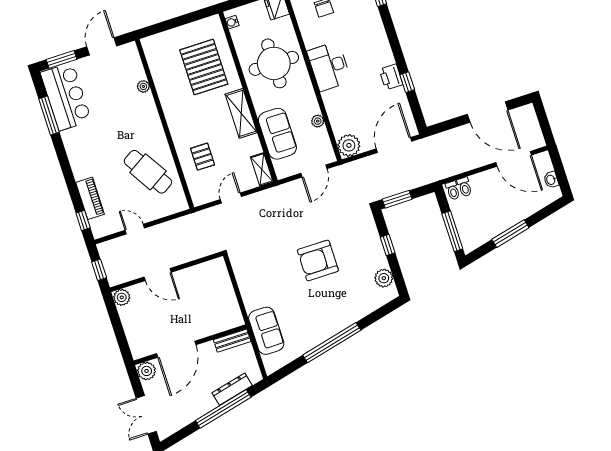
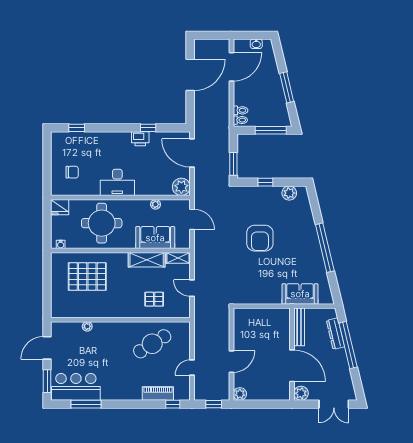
door: (102, 46) -> (47, 348), hinge flipped
shelving: (241, 113) -> (147, 260), moved
bench: (232, 341) -> (299, 327), width x1.36

